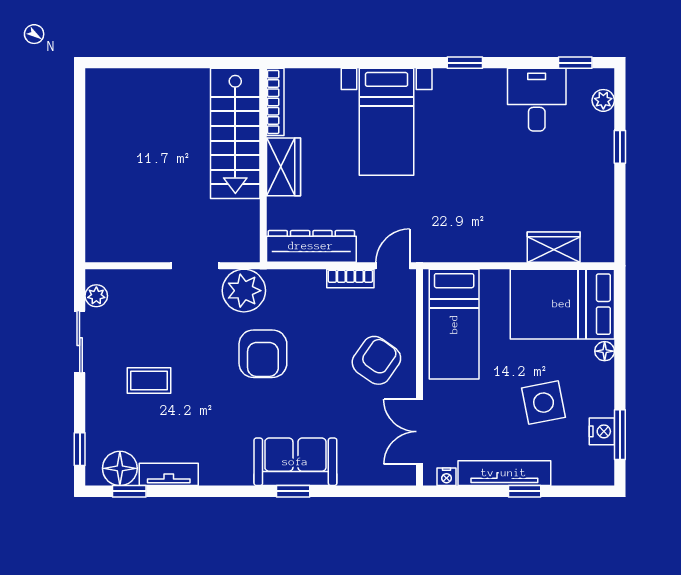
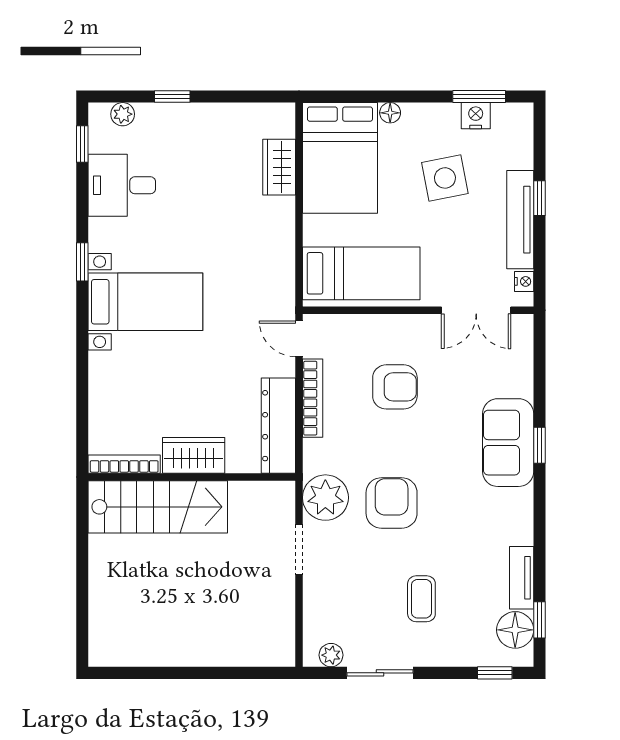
bed with nightstands: (387, 122) -> (145, 302), moved
bookcase: (350, 279) -> (313, 398), width x1.56
armchair: (263, 354) -> (392, 503), moved, turned -90
armchair: (376, 360) -> (395, 387), moved, turned 145

